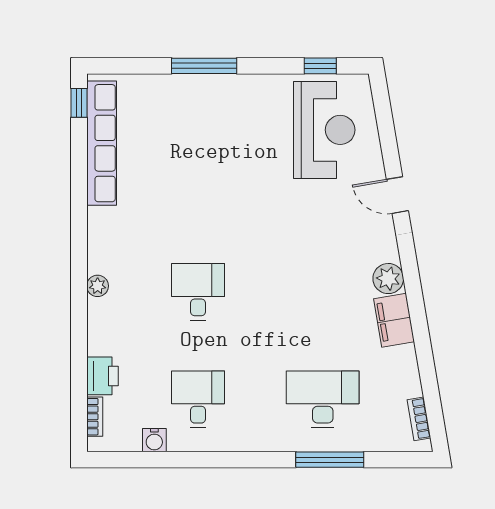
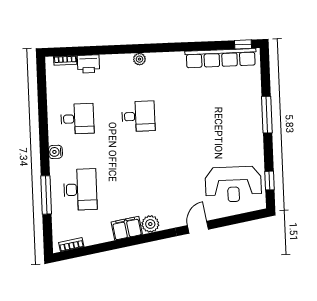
water cooler: (154, 440) -> (55, 152), moved

